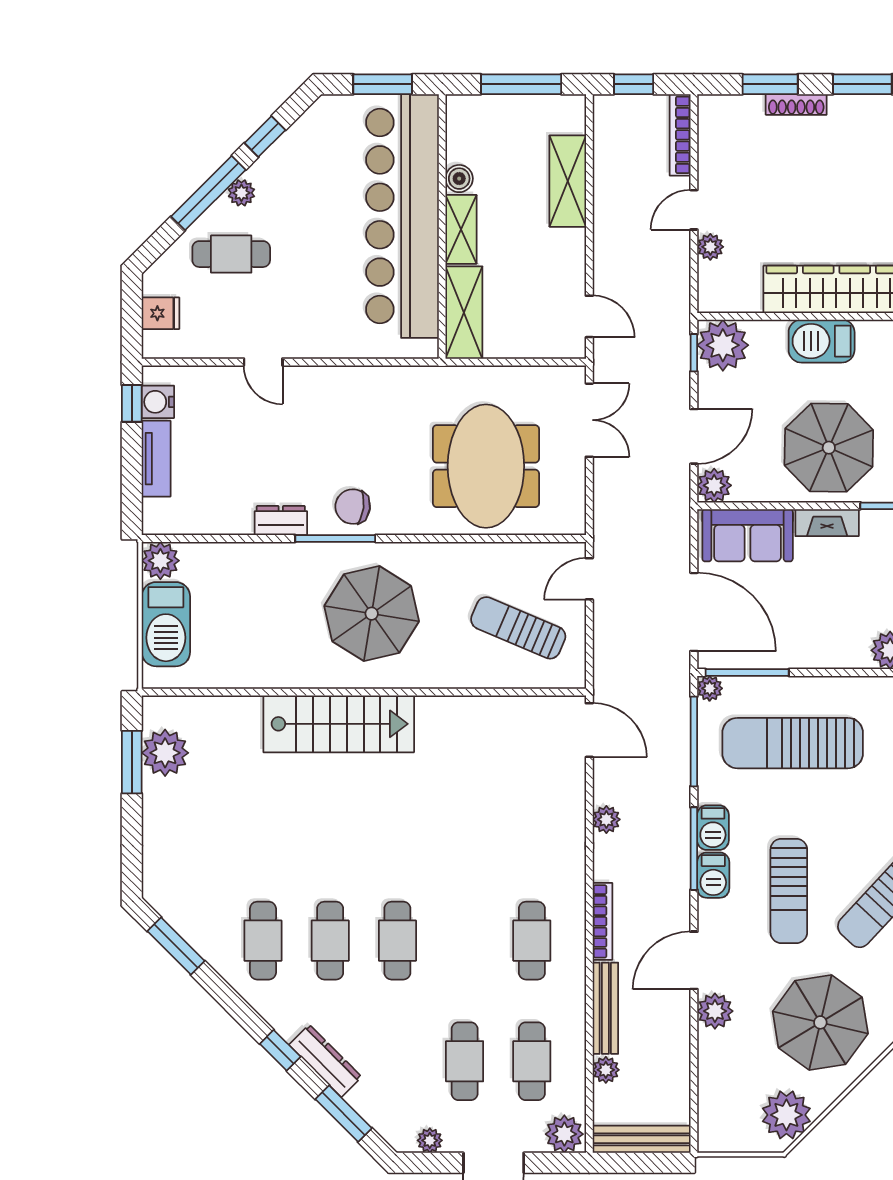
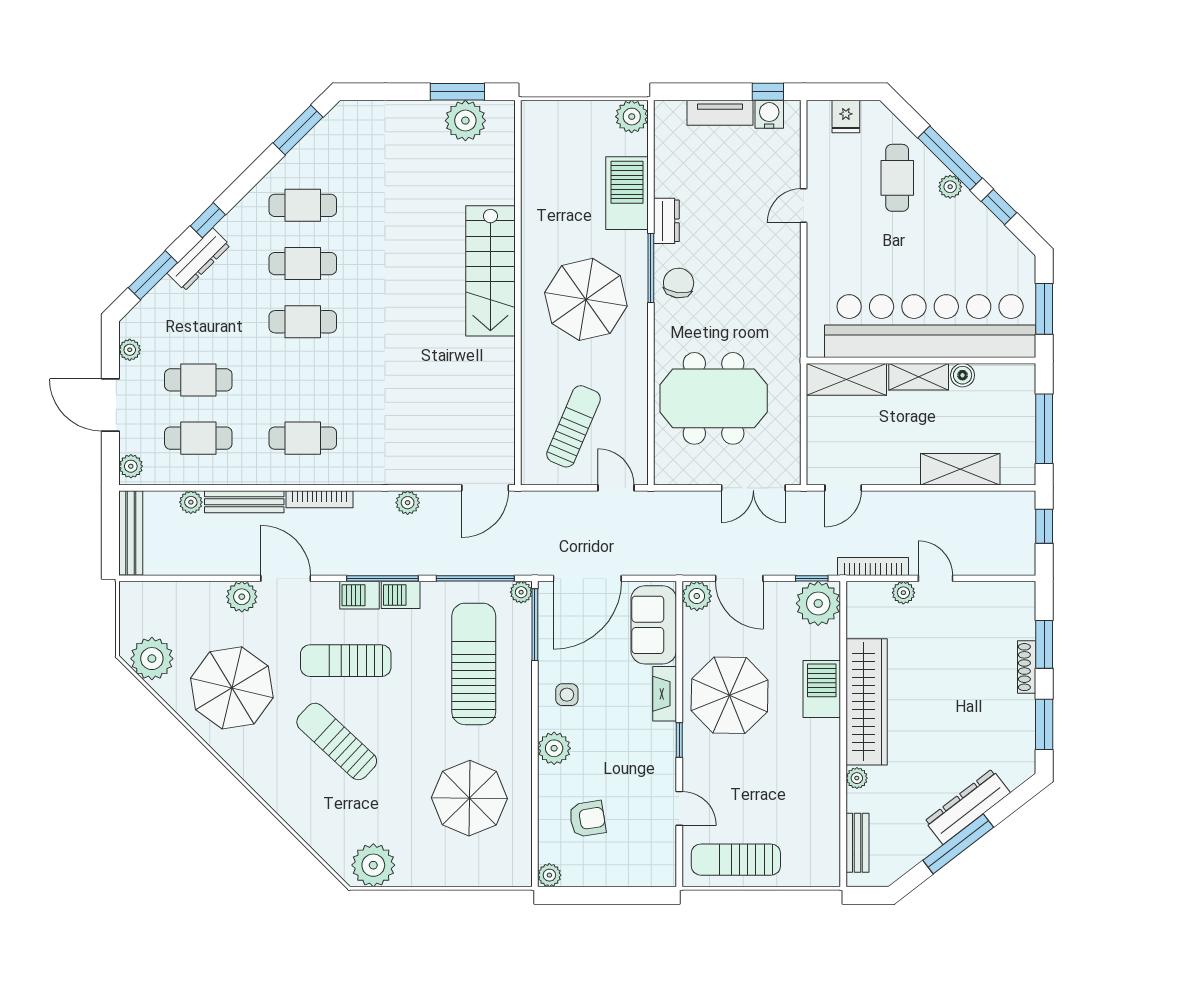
bookcase: (680, 135) -> (873, 567), moved
barbecue: (166, 624) -> (627, 193), moved, turned 90
side table: (828, 636) -> (567, 695), added
plant: (564, 1134) -> (131, 466), width x0.73, depth x0.73

